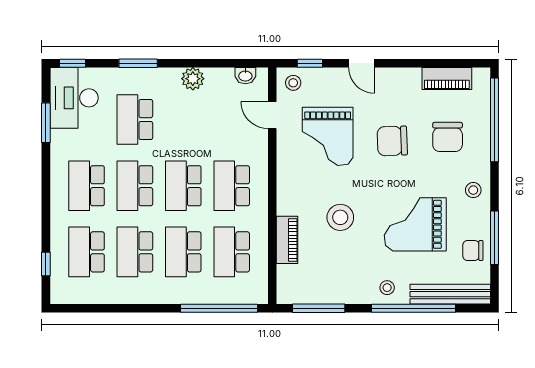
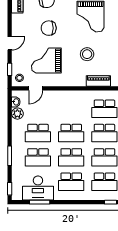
plant: (193, 79) -> (17, 114), moved
desk: (74, 98) -> (38, 188), moved
grand piano: (328, 136) -> (46, 61), turned 180
chair: (392, 141) -> (49, 28), turned 92
school desk: (232, 186) -> (38, 133), moved

